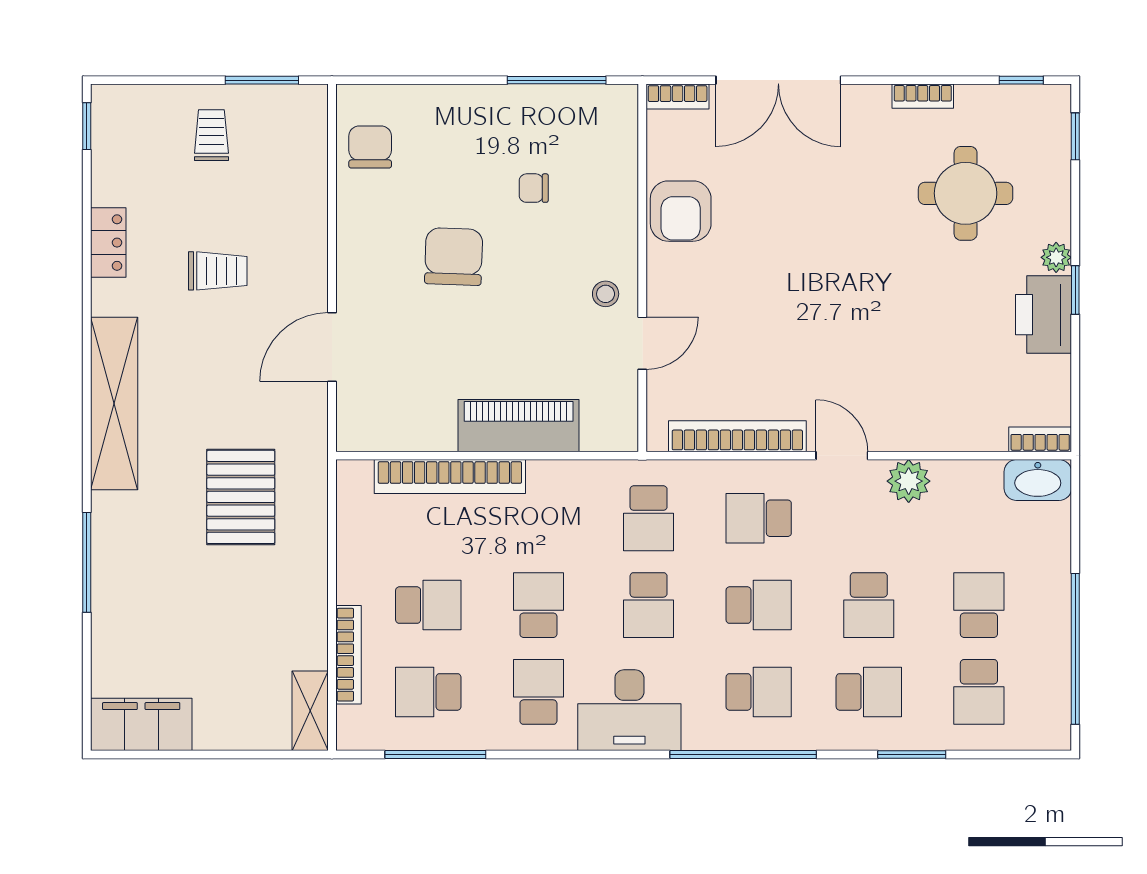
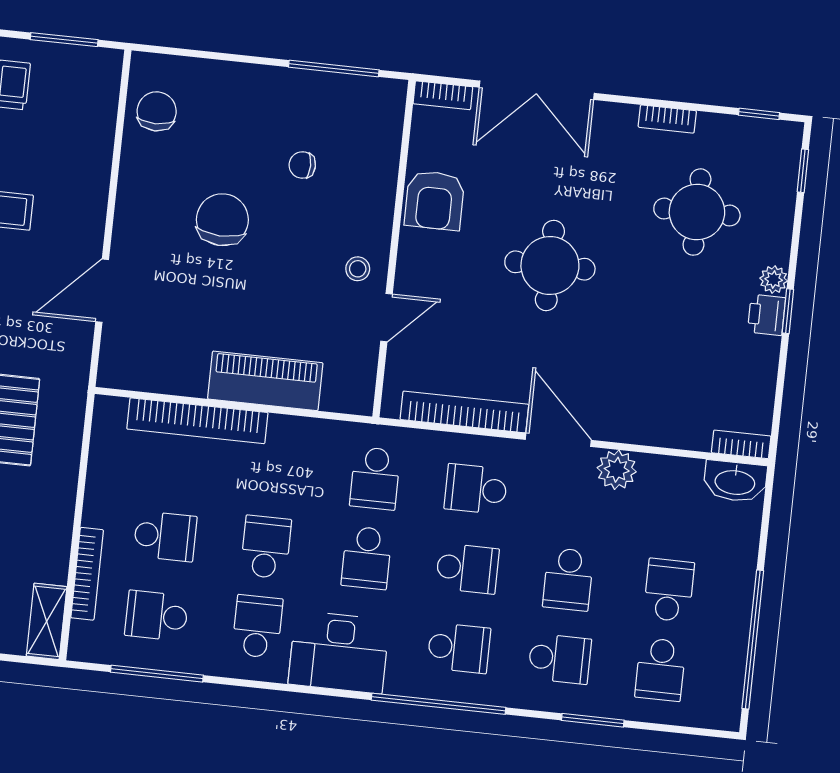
round table: (813, 268) -> (550, 266), added
printer: (1044, 315) -> (766, 315), width x0.53, depth x0.68
door: (842, 456) -> (558, 440), width x1.38

